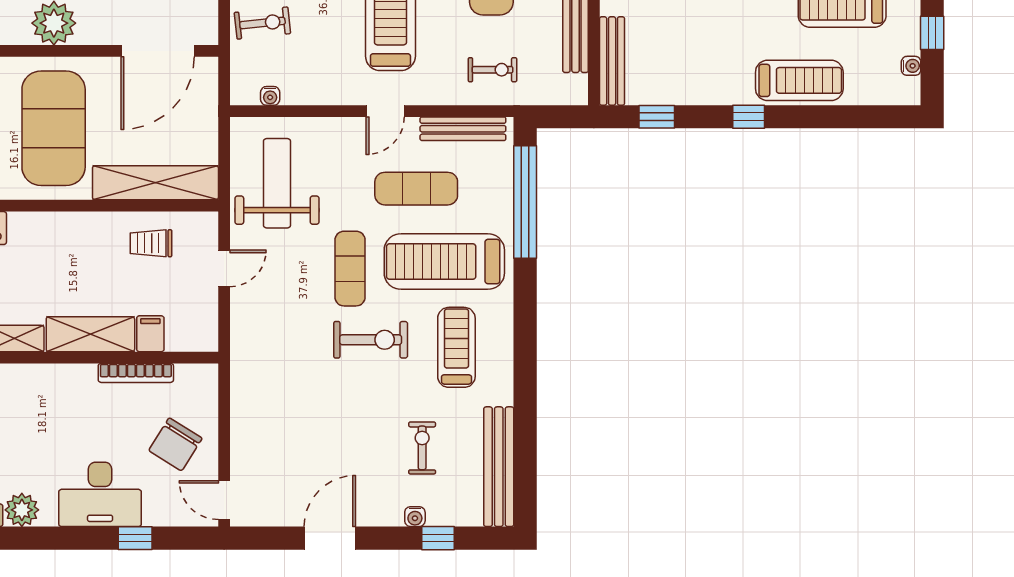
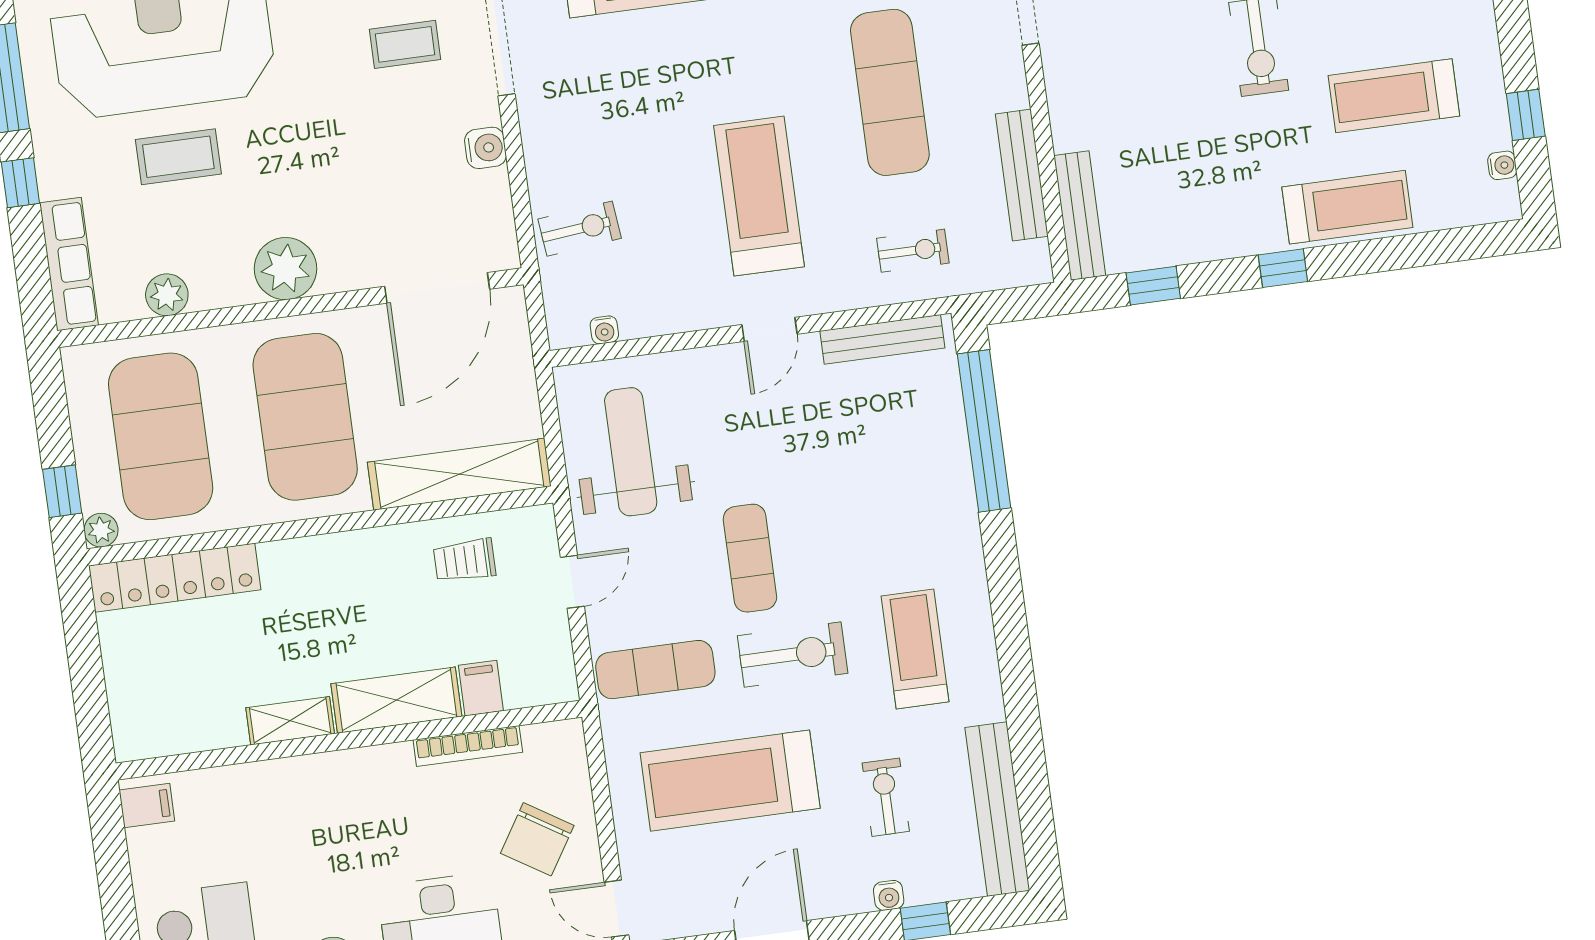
exercise mat: (416, 189) -> (655, 670), moved
treadmill: (444, 262) -> (730, 781), moved

